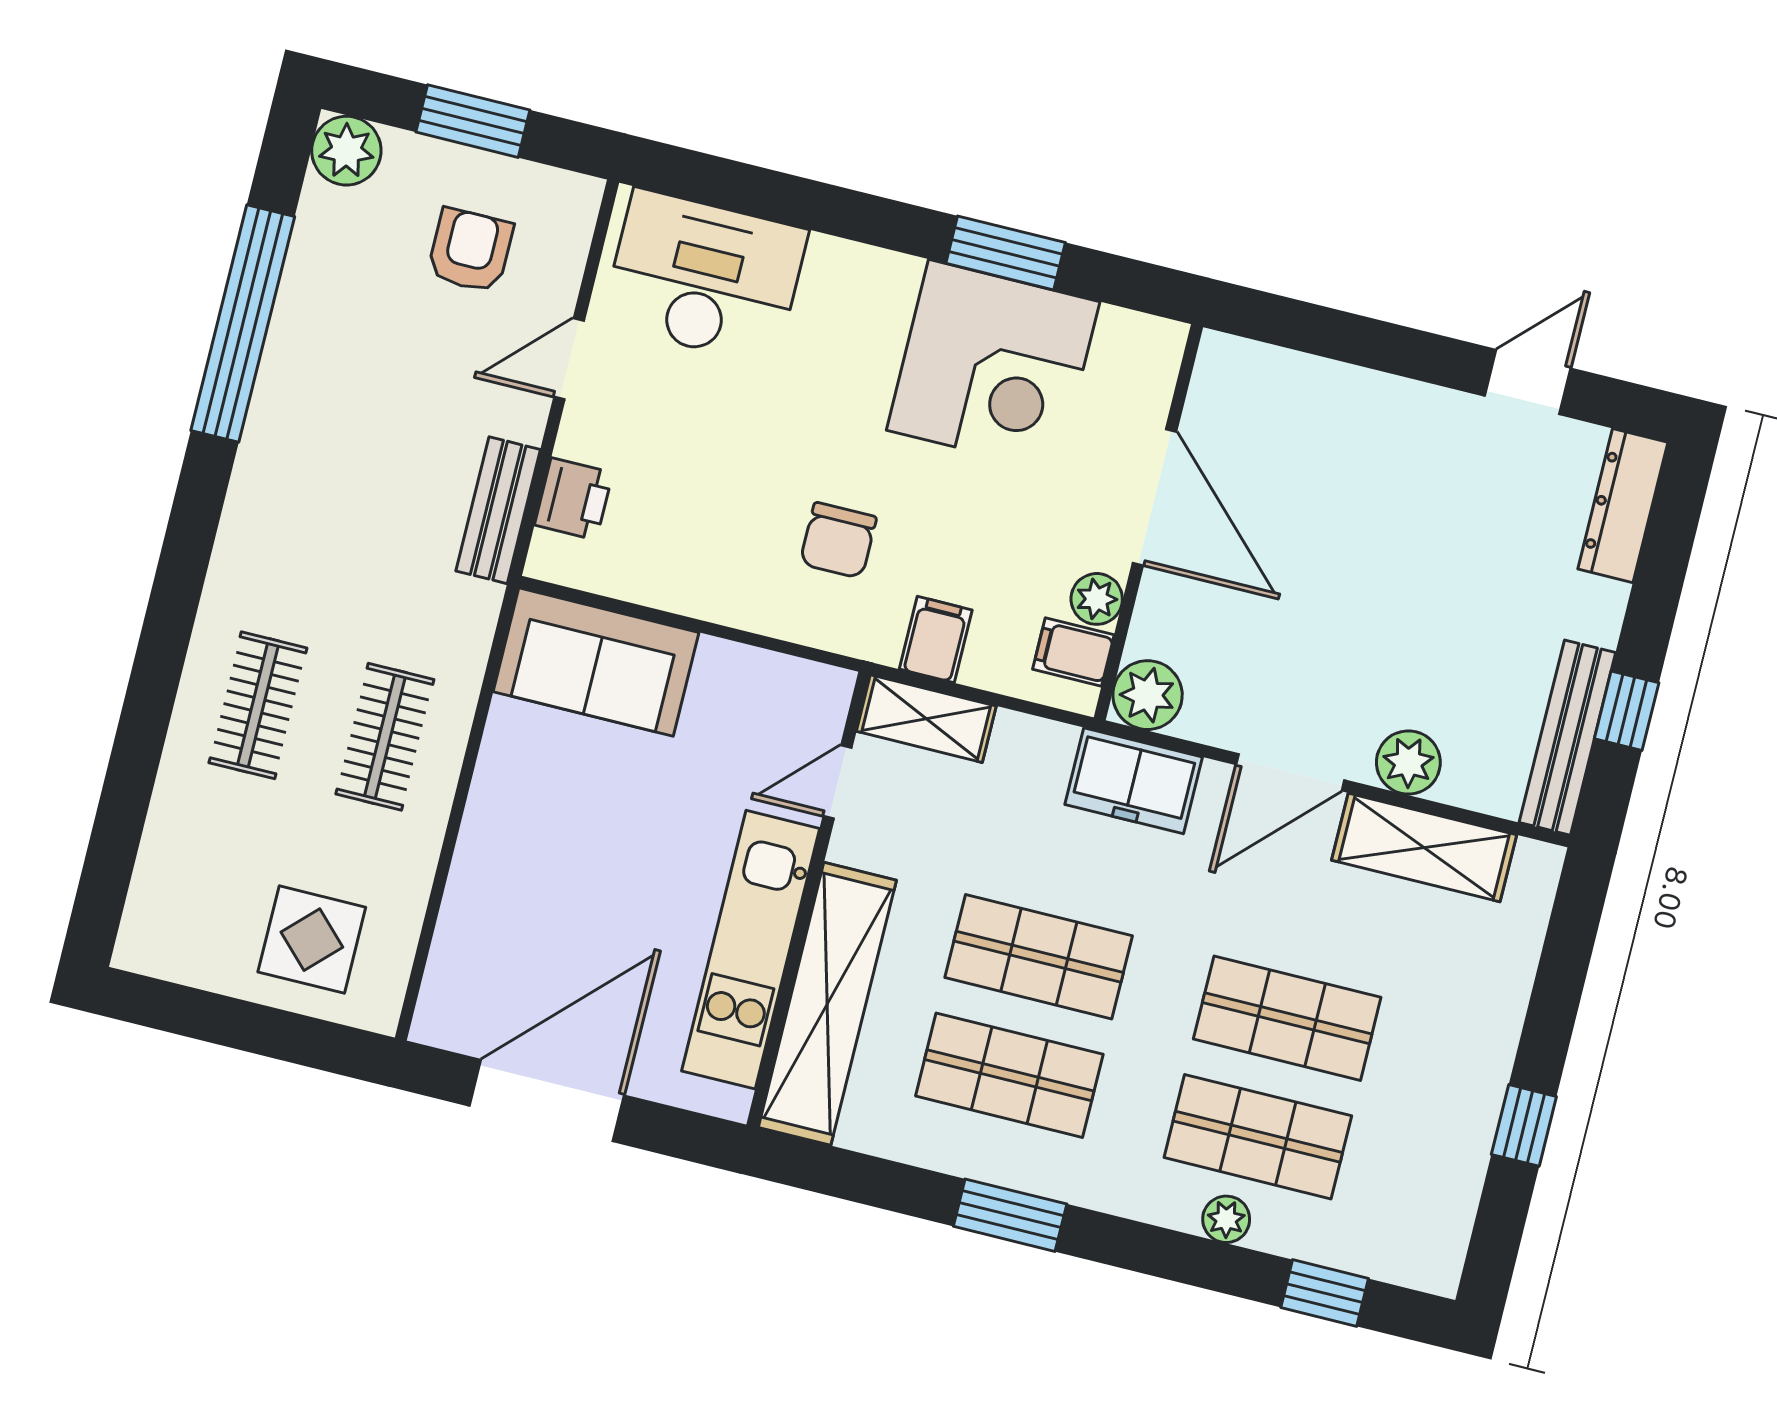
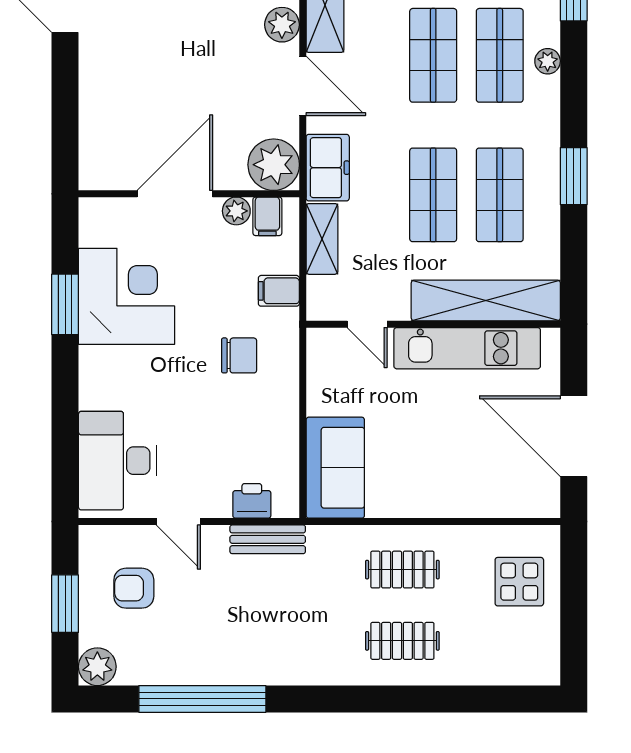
plant: (1148, 695) -> (274, 165), width x1.36, depth x1.36
shelving: (926, 719) -> (322, 239), moved

